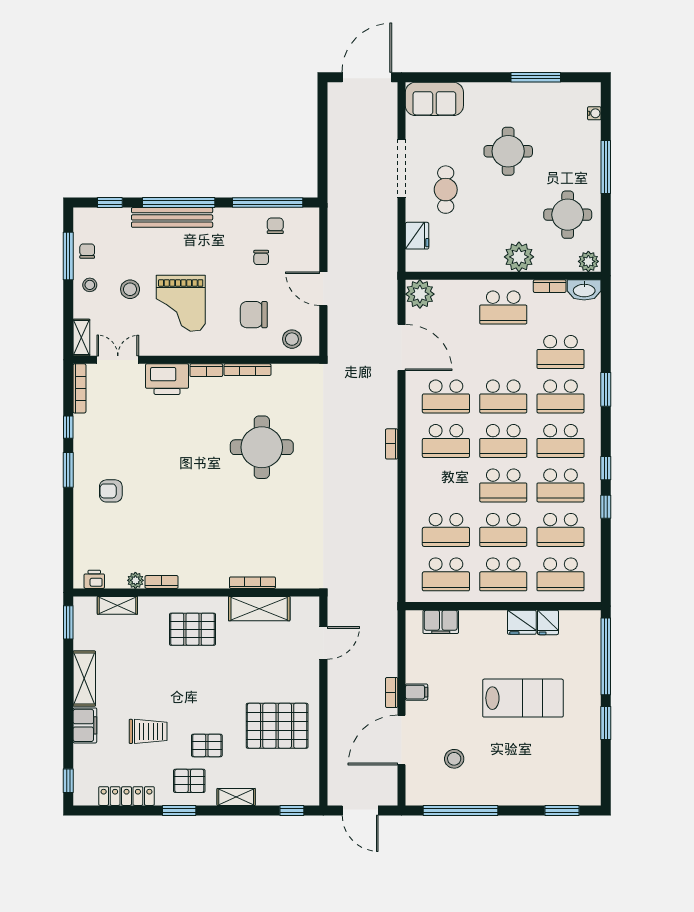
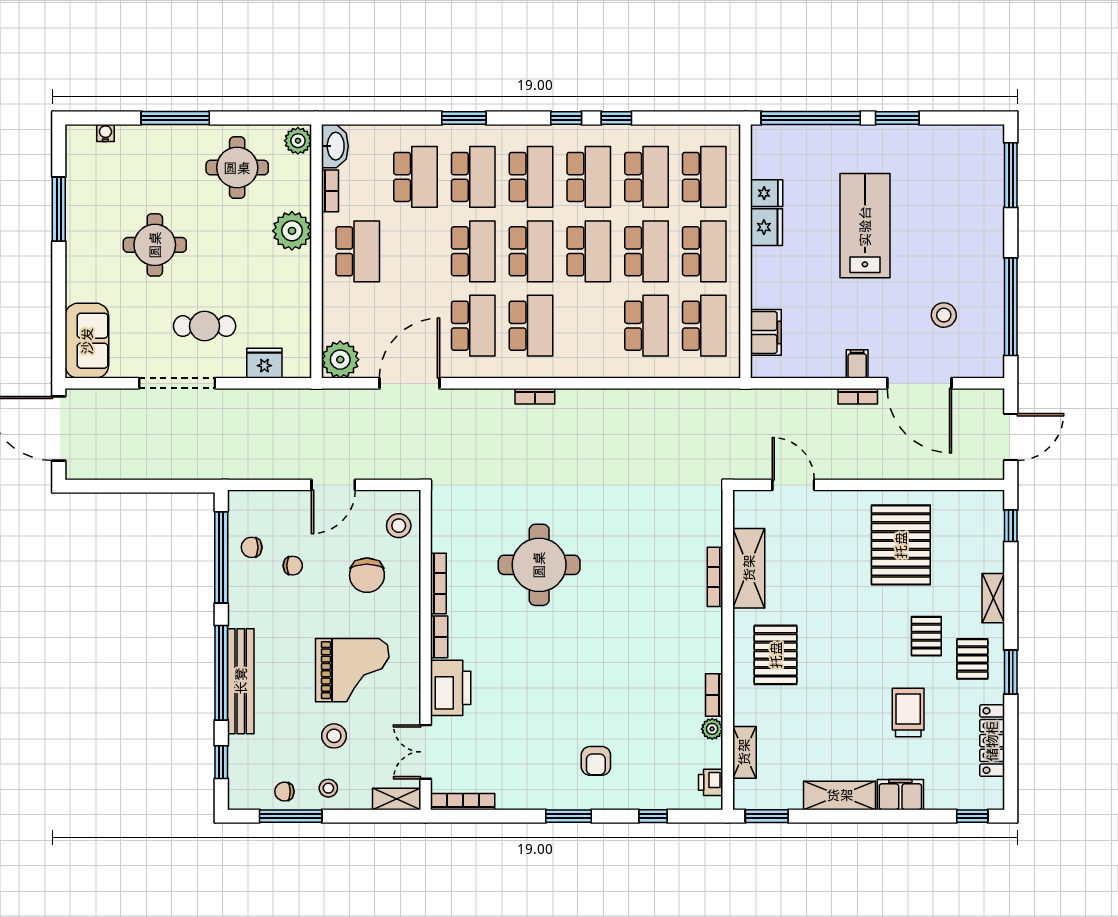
window: (68, 427) -> (653, 816), moved
window: (562, 810) -> (1011, 175), width x1.44

